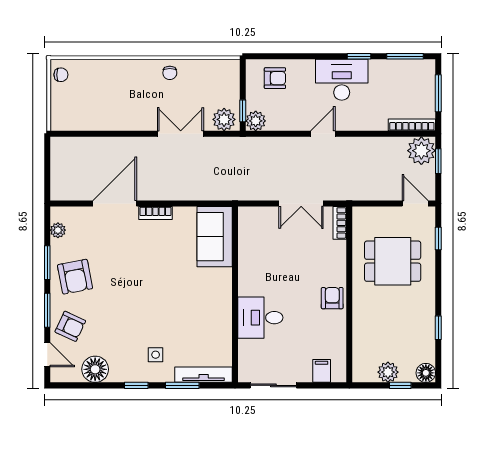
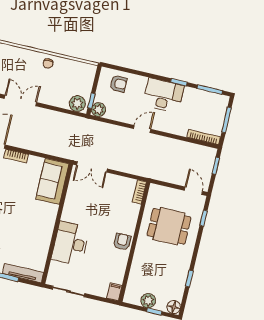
double door: (181, 134) -> (21, 100), moved
plant: (421, 151) -> (206, 156), removed
double door: (301, 203) -> (92, 167), moved
desk: (260, 318) -> (71, 243), width x1.37
filing cabinet: (322, 371) -> (114, 292), moved

